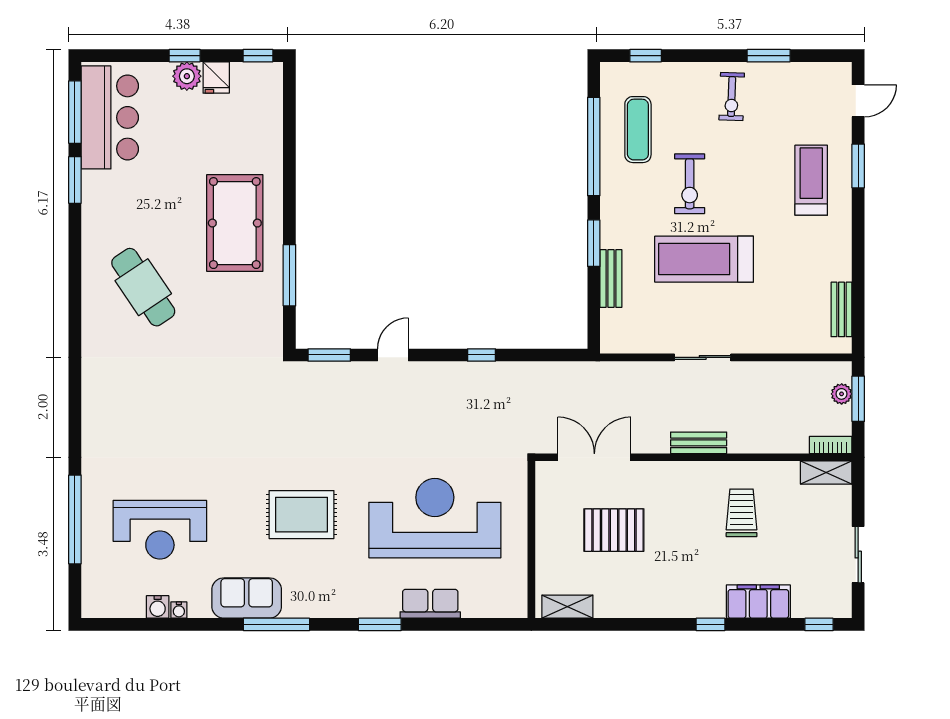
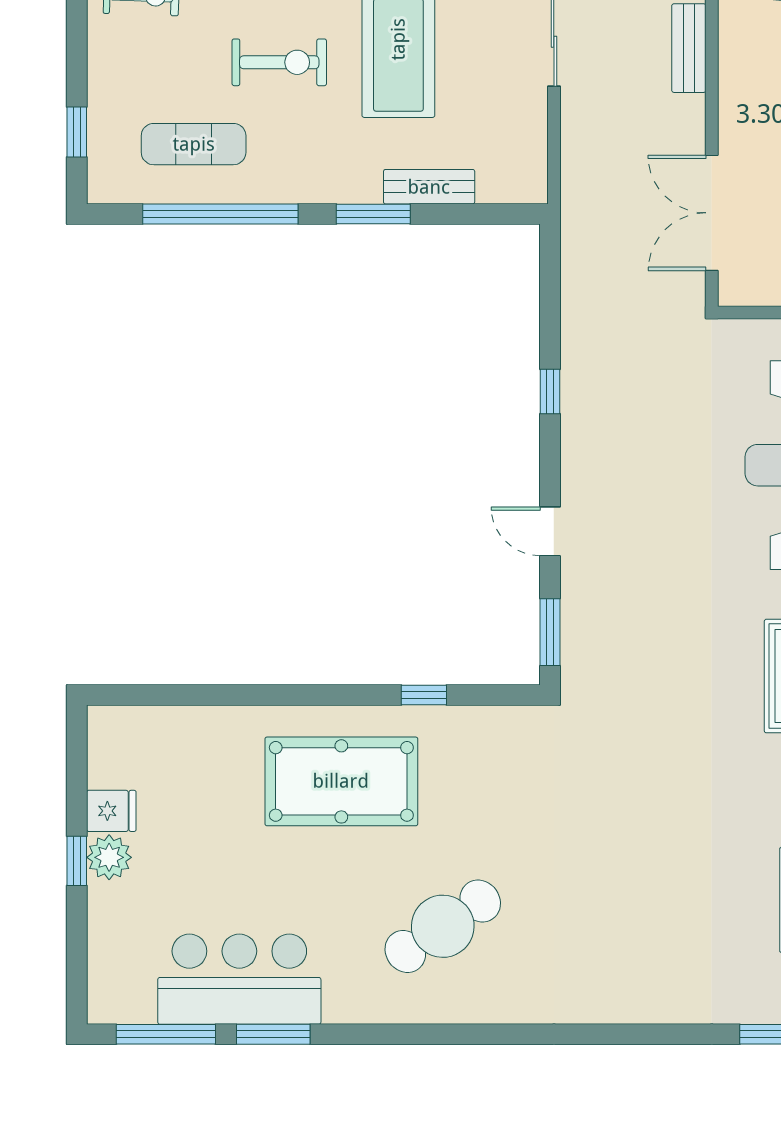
window: (258, 56) -> (77, 745), removed
bar counter: (110, 117) -> (239, 979), moved
window: (289, 275) -> (424, 695), width x0.46

